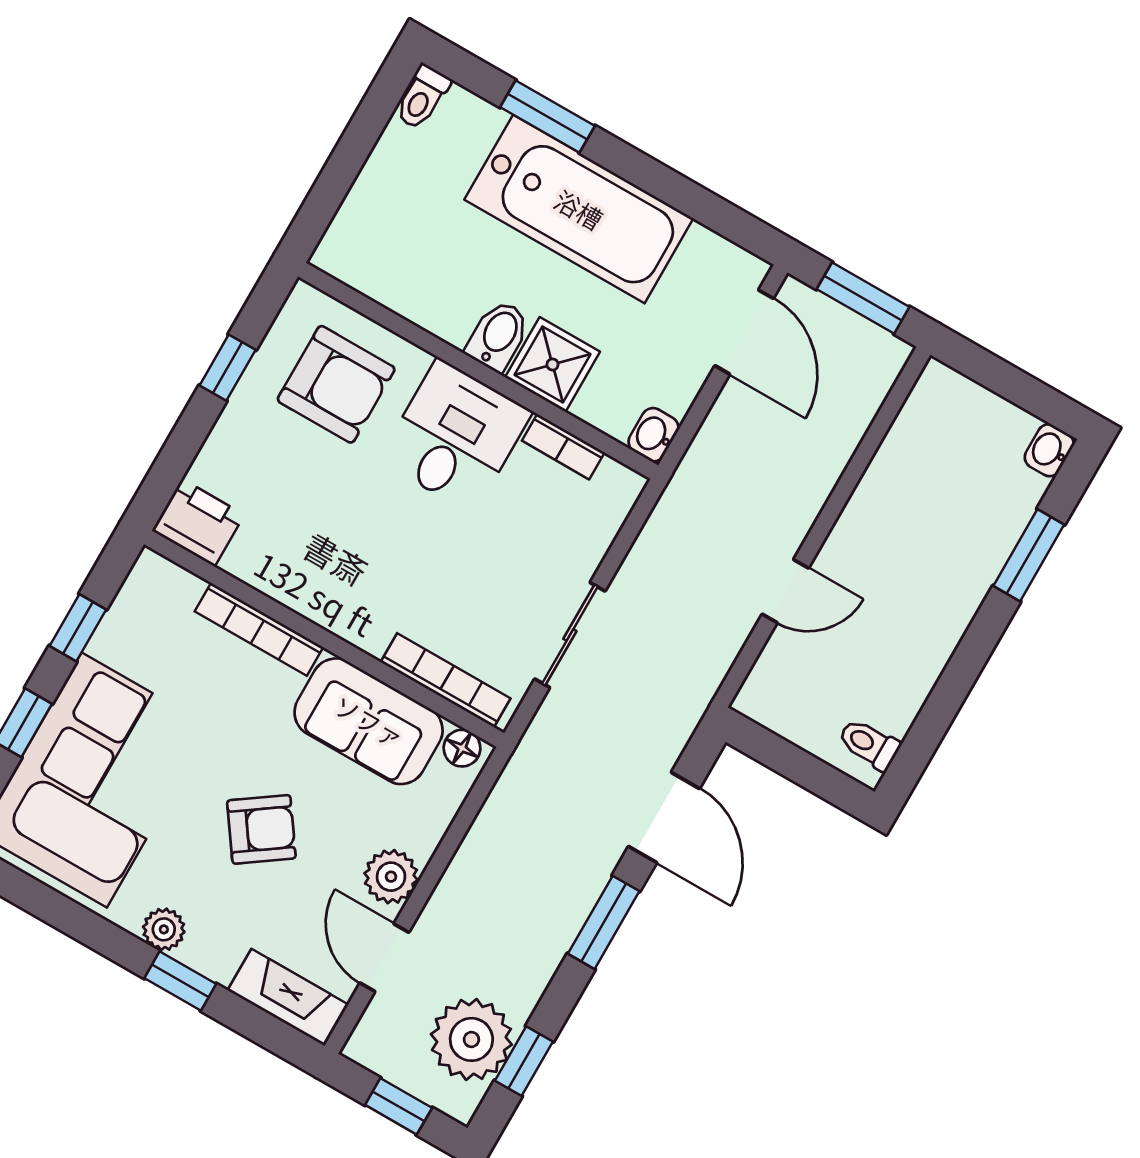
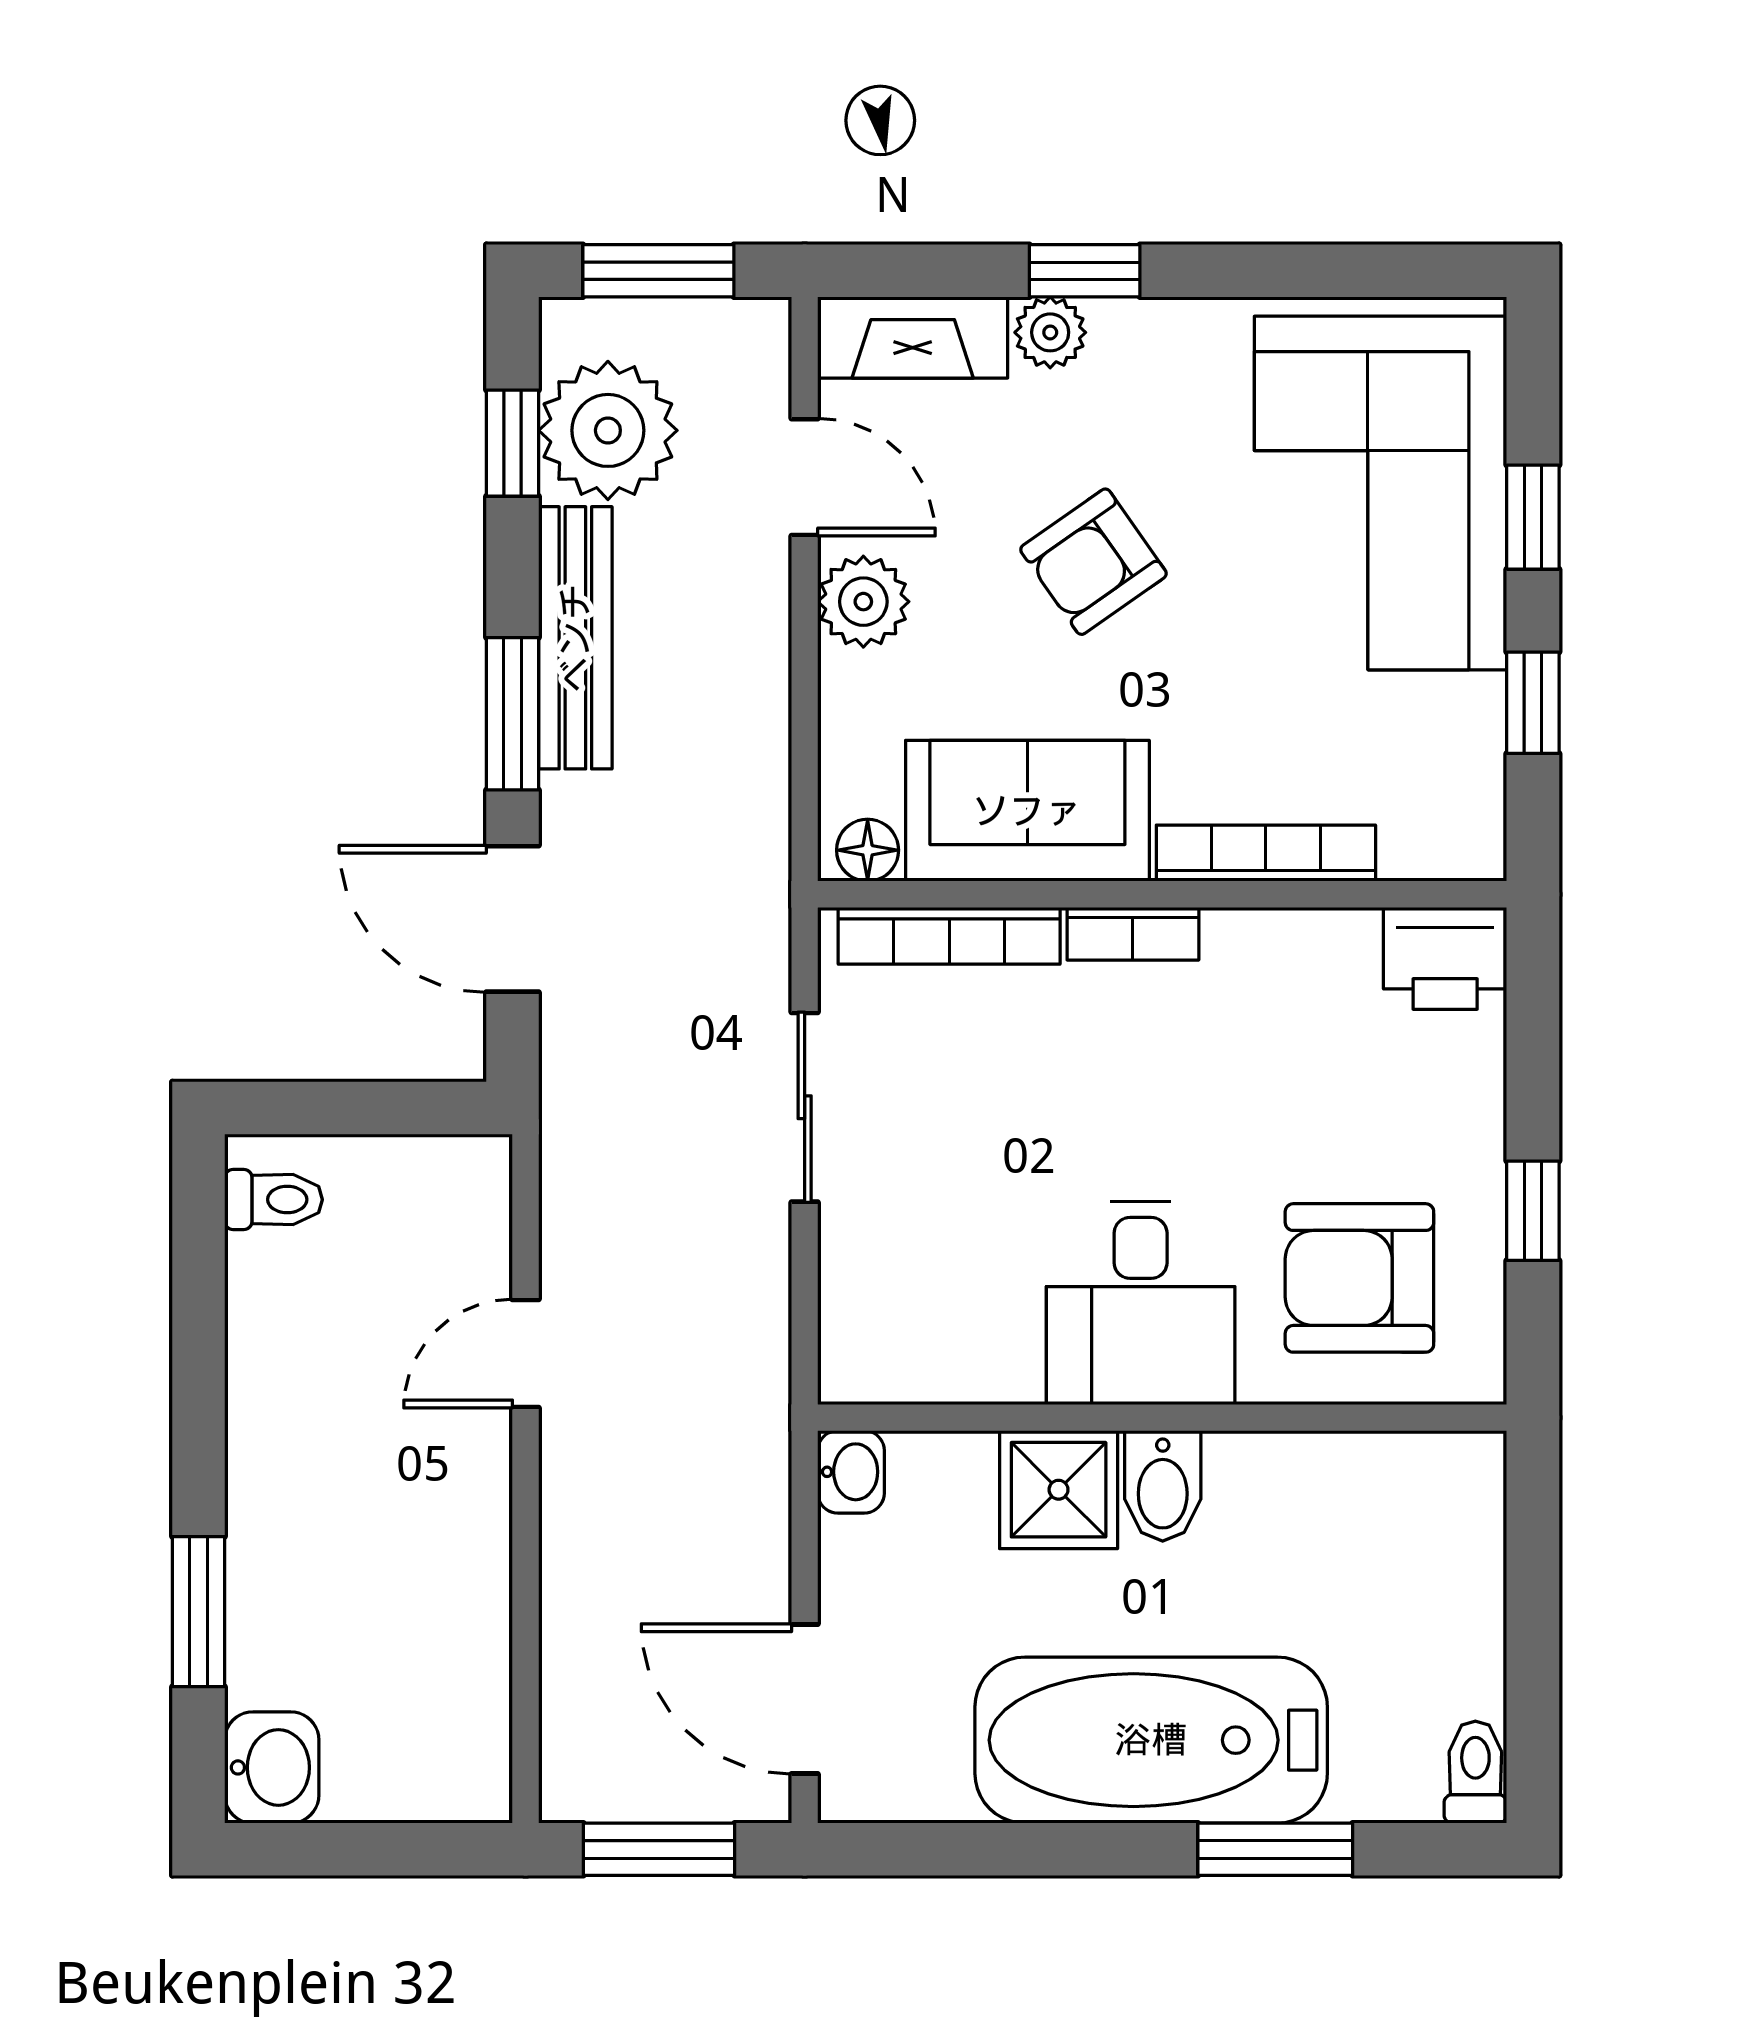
bookcase: (563, 447) -> (1133, 934), moved, turned 180
washbasin: (1049, 450) -> (272, 1767), width x1.38, depth x1.45
plant: (164, 929) -> (1050, 332), moved
bench: (549, 943) -> (575, 638), added
window: (399, 1106) -> (658, 271), width x1.50

